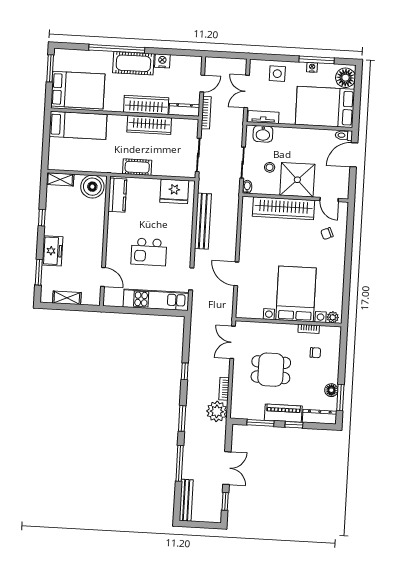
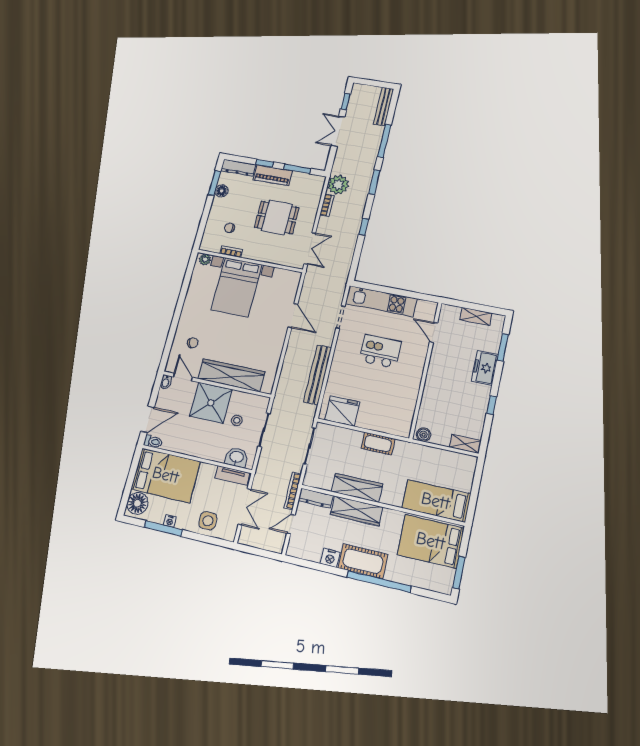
boiler: (92, 187) -> (423, 435), width x0.54, depth x0.54
bidet: (247, 187) -> (166, 382), moved
kitchen counter: (117, 195) -> (404, 417), removed

